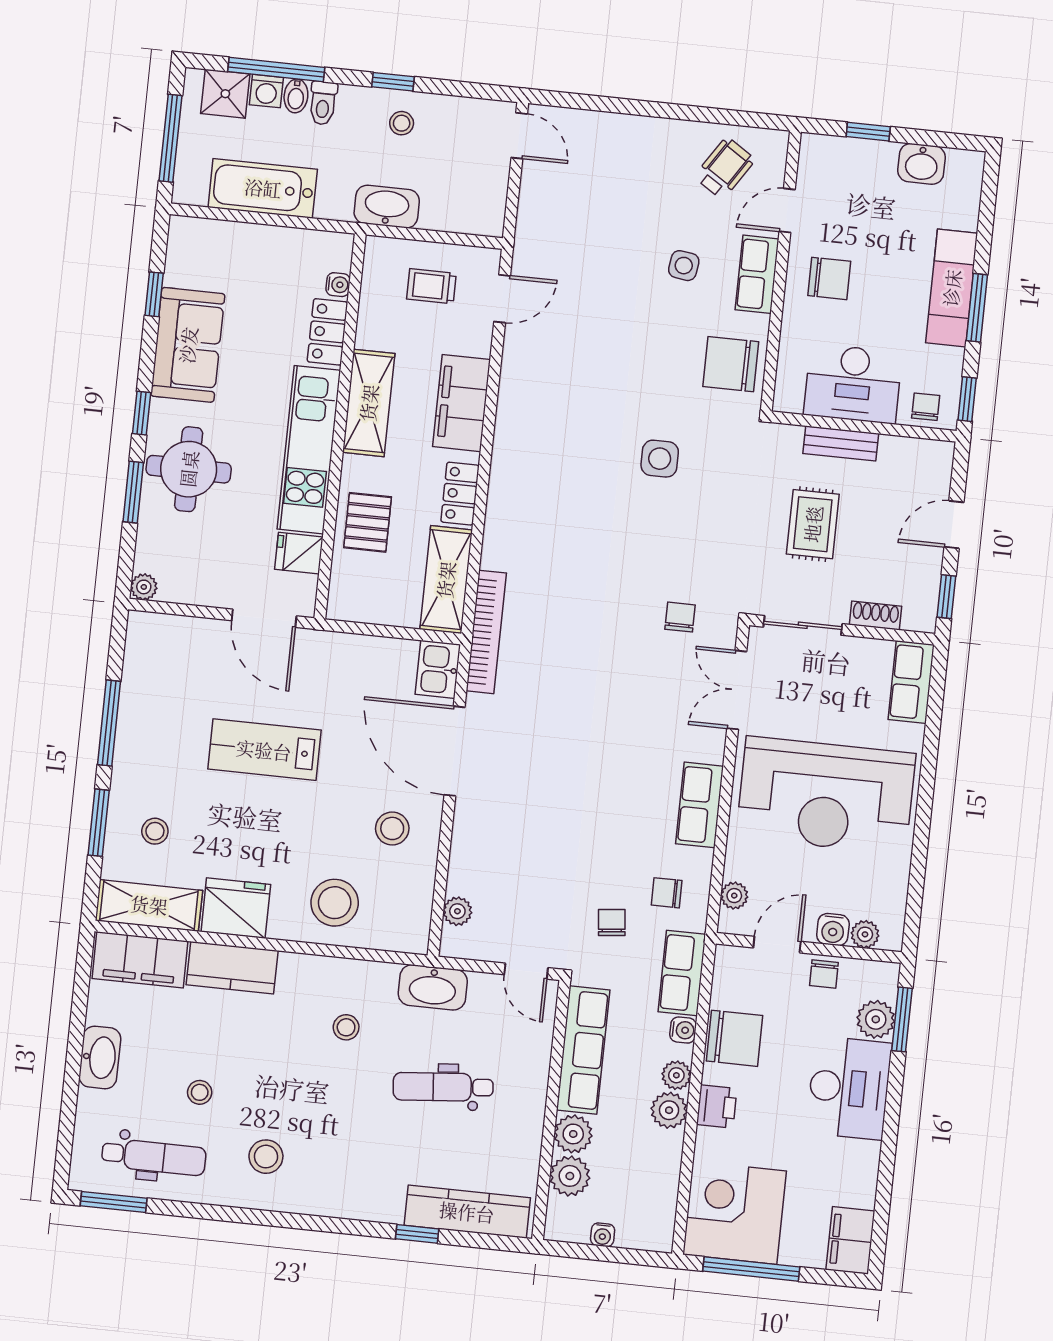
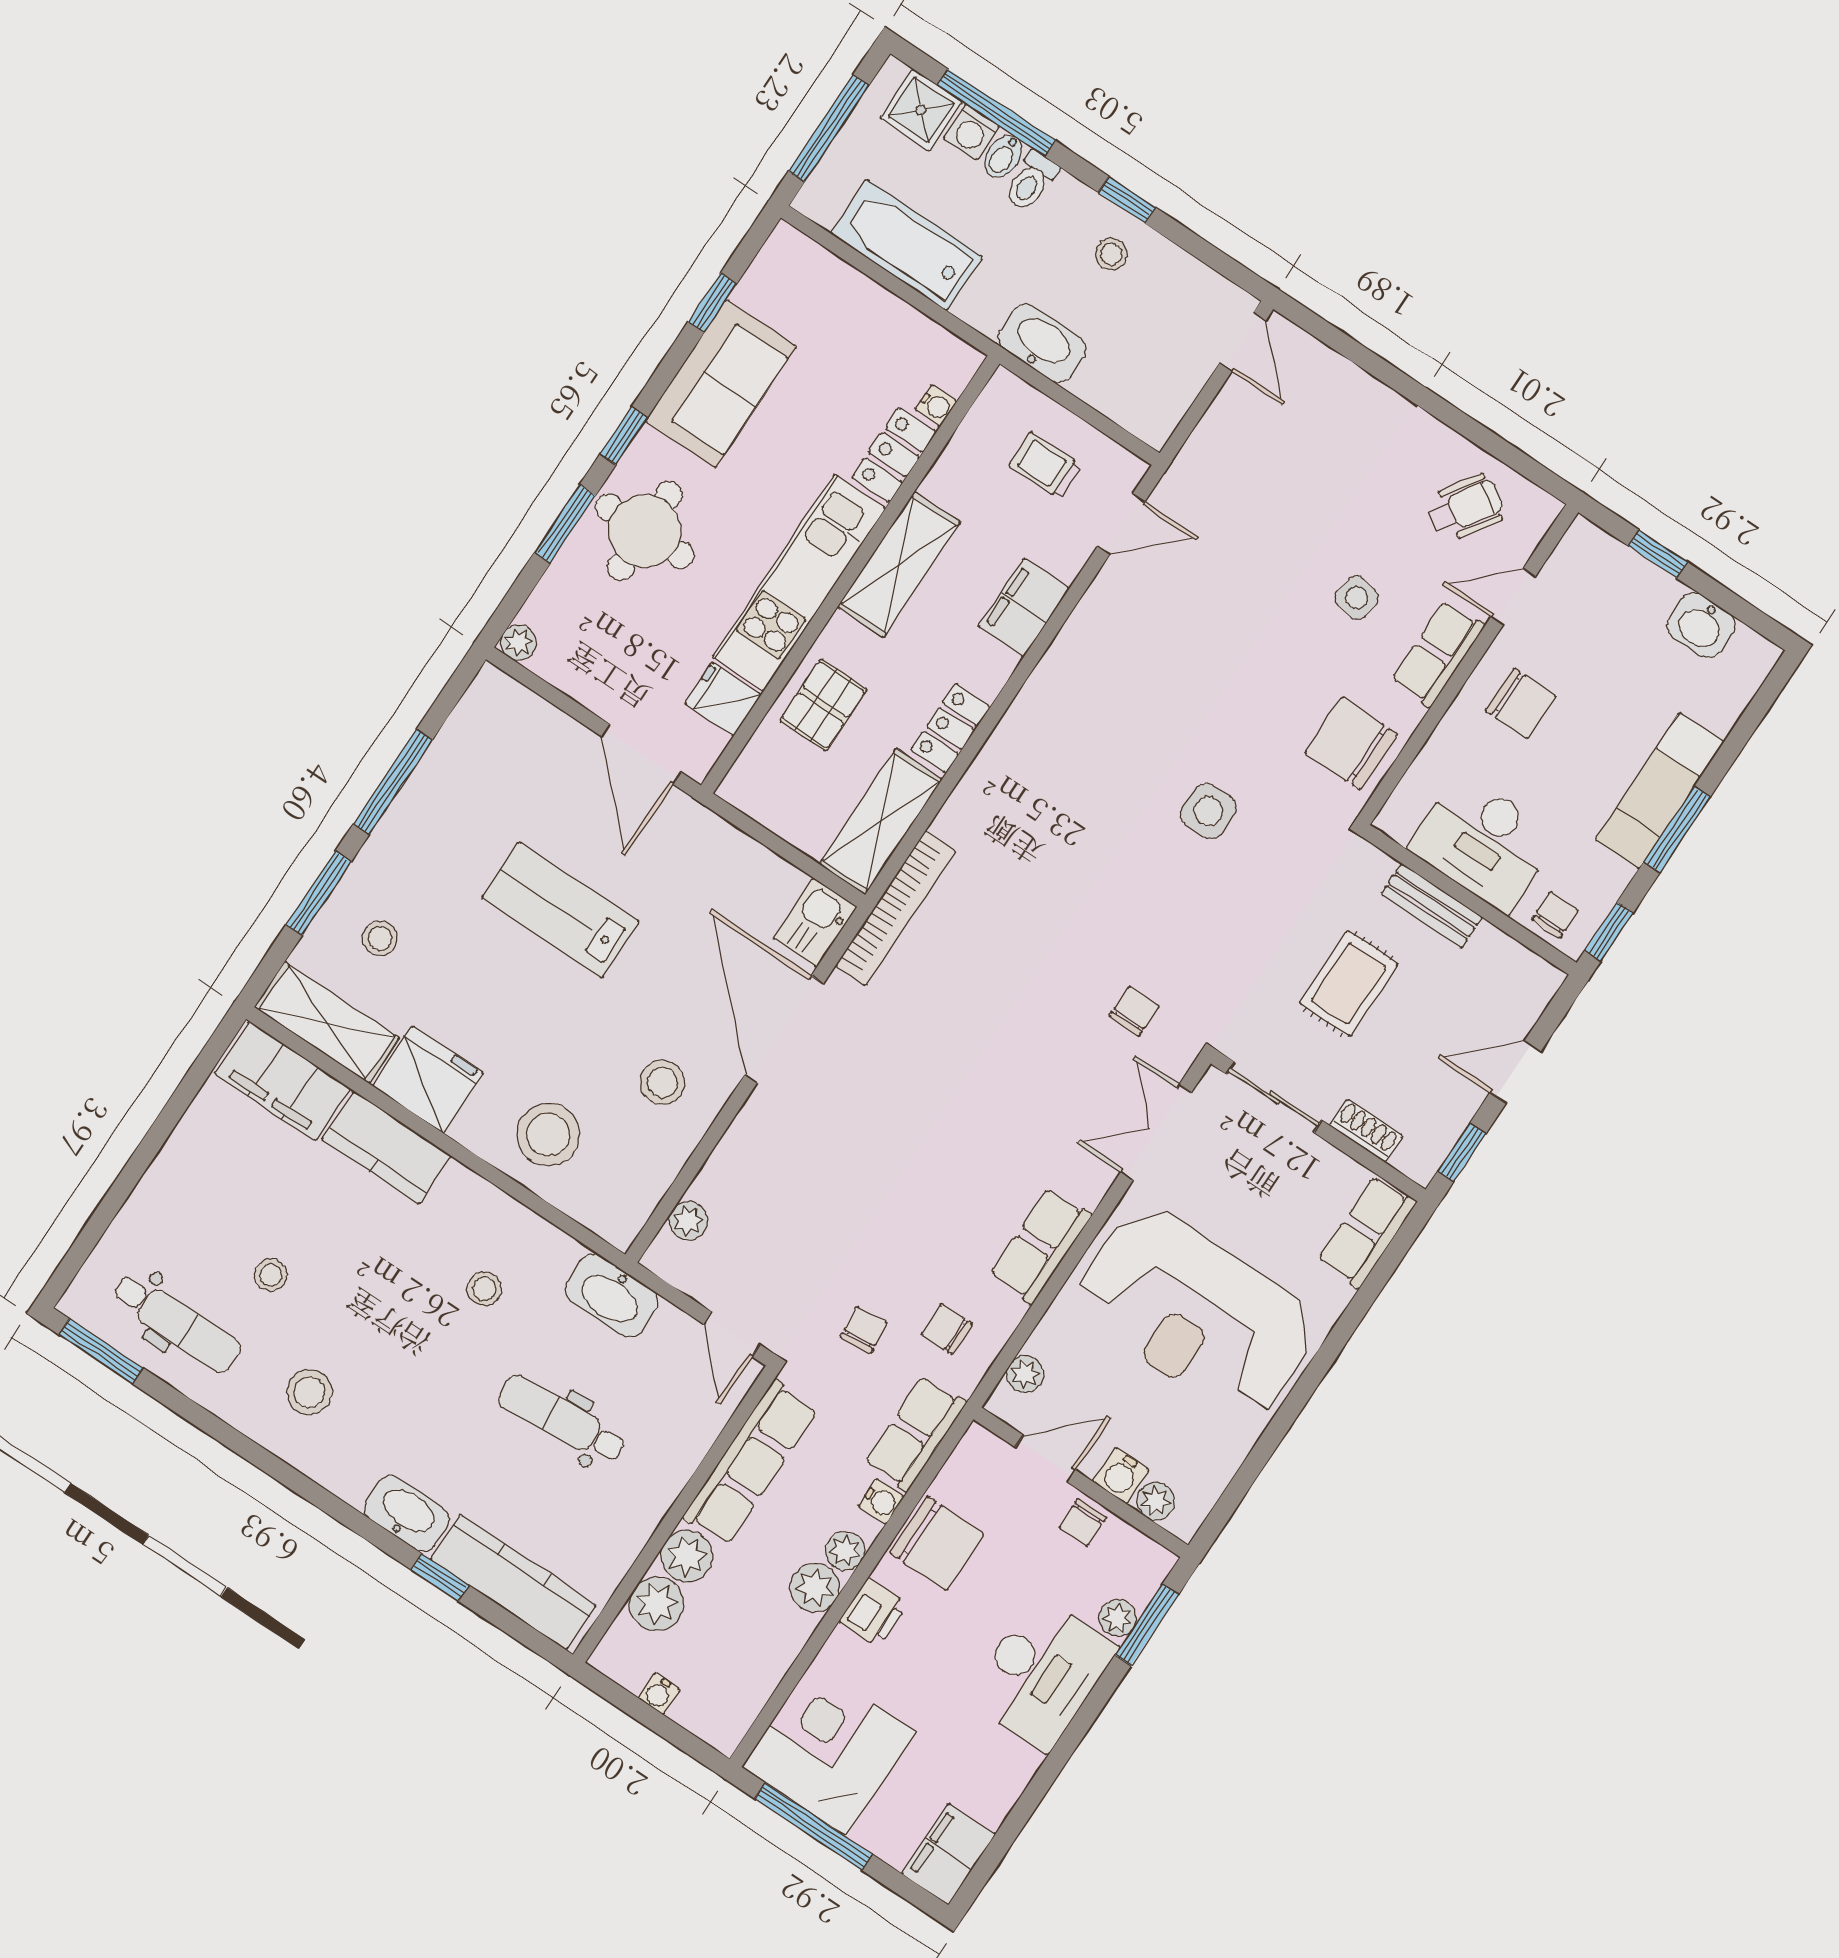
filing cabinet: (462, 403) -> (1024, 608), width x0.67, depth x0.86
plant: (876, 1019) -> (1118, 1618), width x0.73, depth x0.73
washbasin: (100, 1057) -> (407, 1514), moved, turned -90

